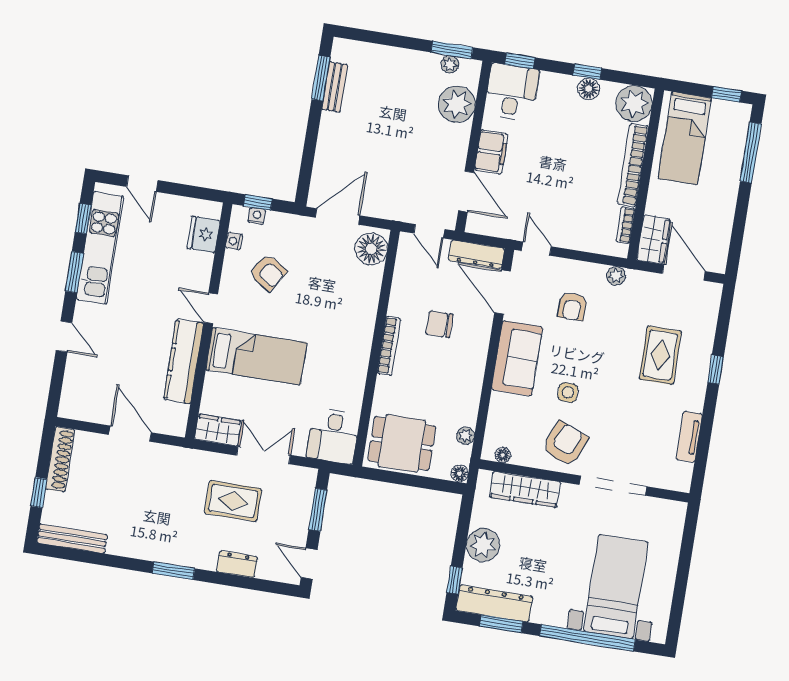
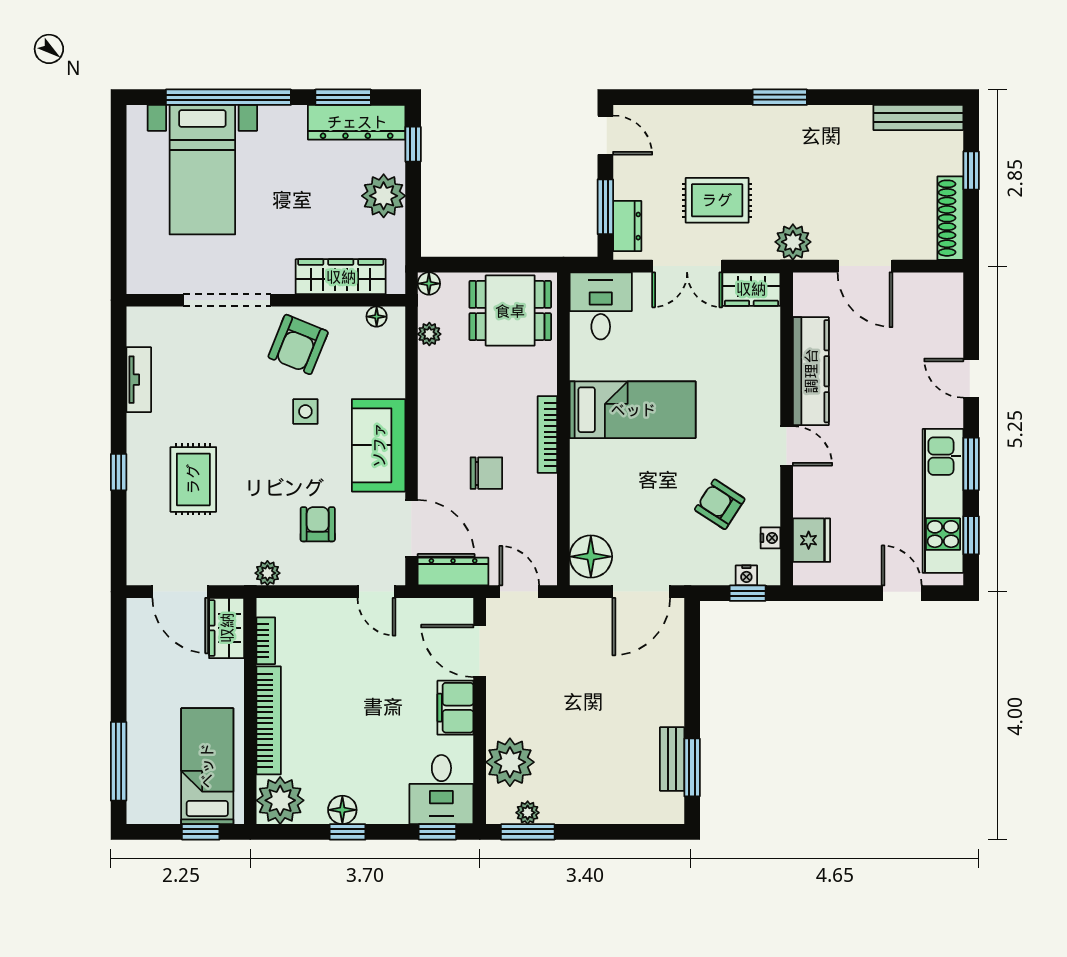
window: (726, 94) -> (201, 832), moved
bed: (256, 356) -> (633, 410), moved, turned 180
plant: (181, 460) -> (793, 242), added
dresser: (237, 564) -> (627, 226), moved, turned -90

